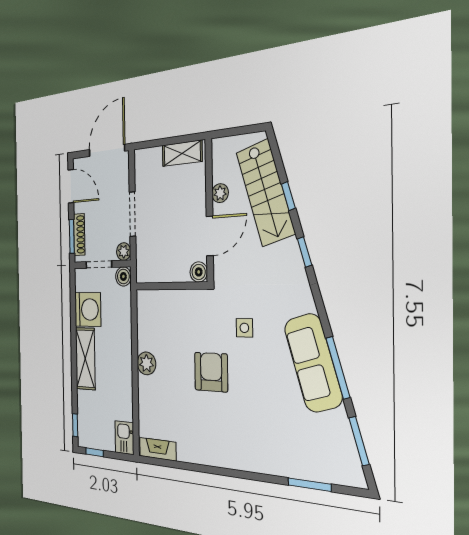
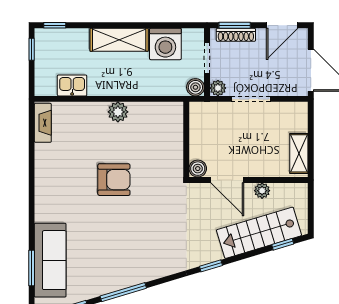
window: (288, 196) -> (283, 244), moved
side table: (244, 328) -> (152, 212), removed
sofa: (313, 363) -> (50, 260), moved, turned 107
kitchen sink: (124, 438) -> (72, 85), moved

